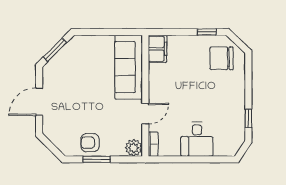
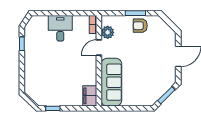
chair: (222, 58) -> (42, 89), removed
armchair: (90, 143) -> (140, 26), turned 180
plant: (134, 148) -> (108, 32), moved

